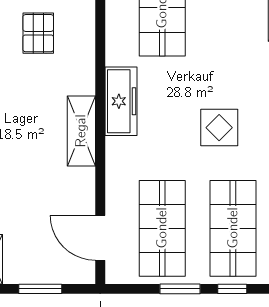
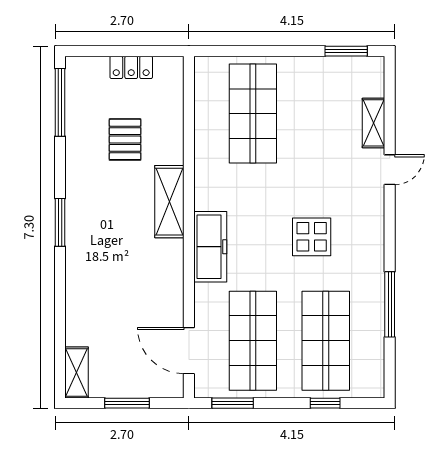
freezer: (121, 101) -> (210, 247), moved
shelving: (81, 131) -> (169, 202), moved
window: (180, 289) -> (233, 403), moved

